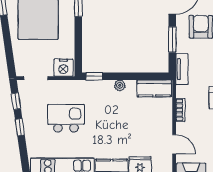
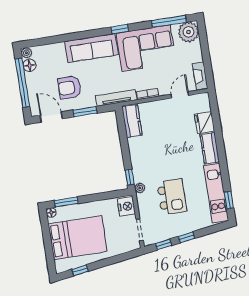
tv unit: (182, 69) -> (116, 98), width x1.41
plant: (120, 85) -> (140, 188), moved
kitchen island: (66, 118) -> (172, 197), turned 180

